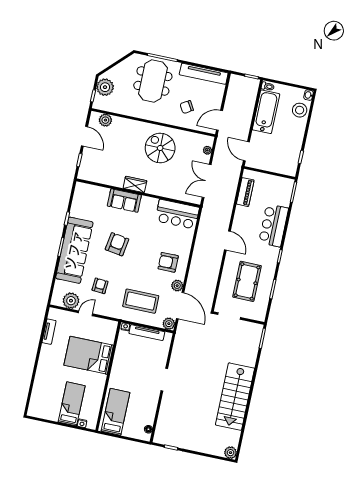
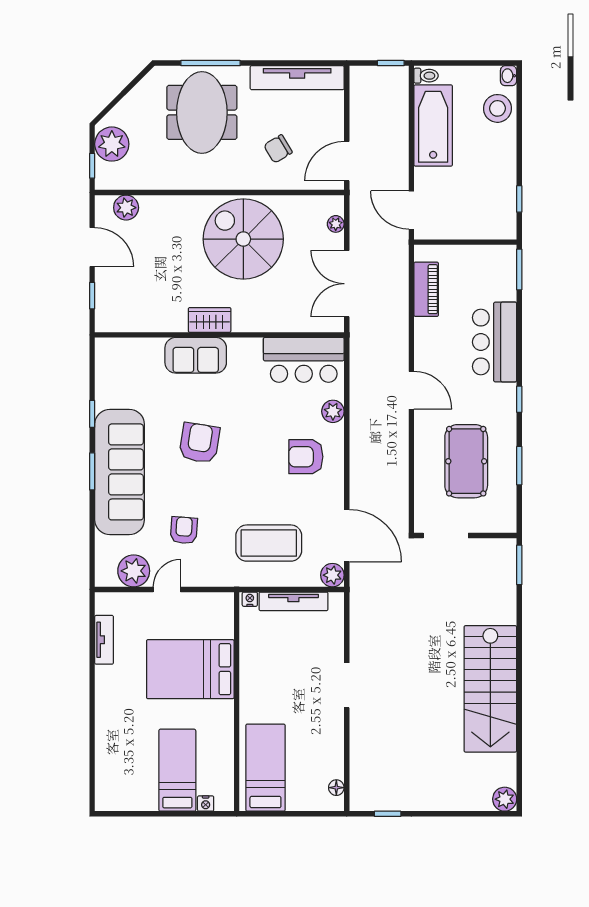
spiral stairs: (160, 148) -> (243, 239), width x1.37, depth x1.37
plant: (177, 286) -> (333, 411), moved

